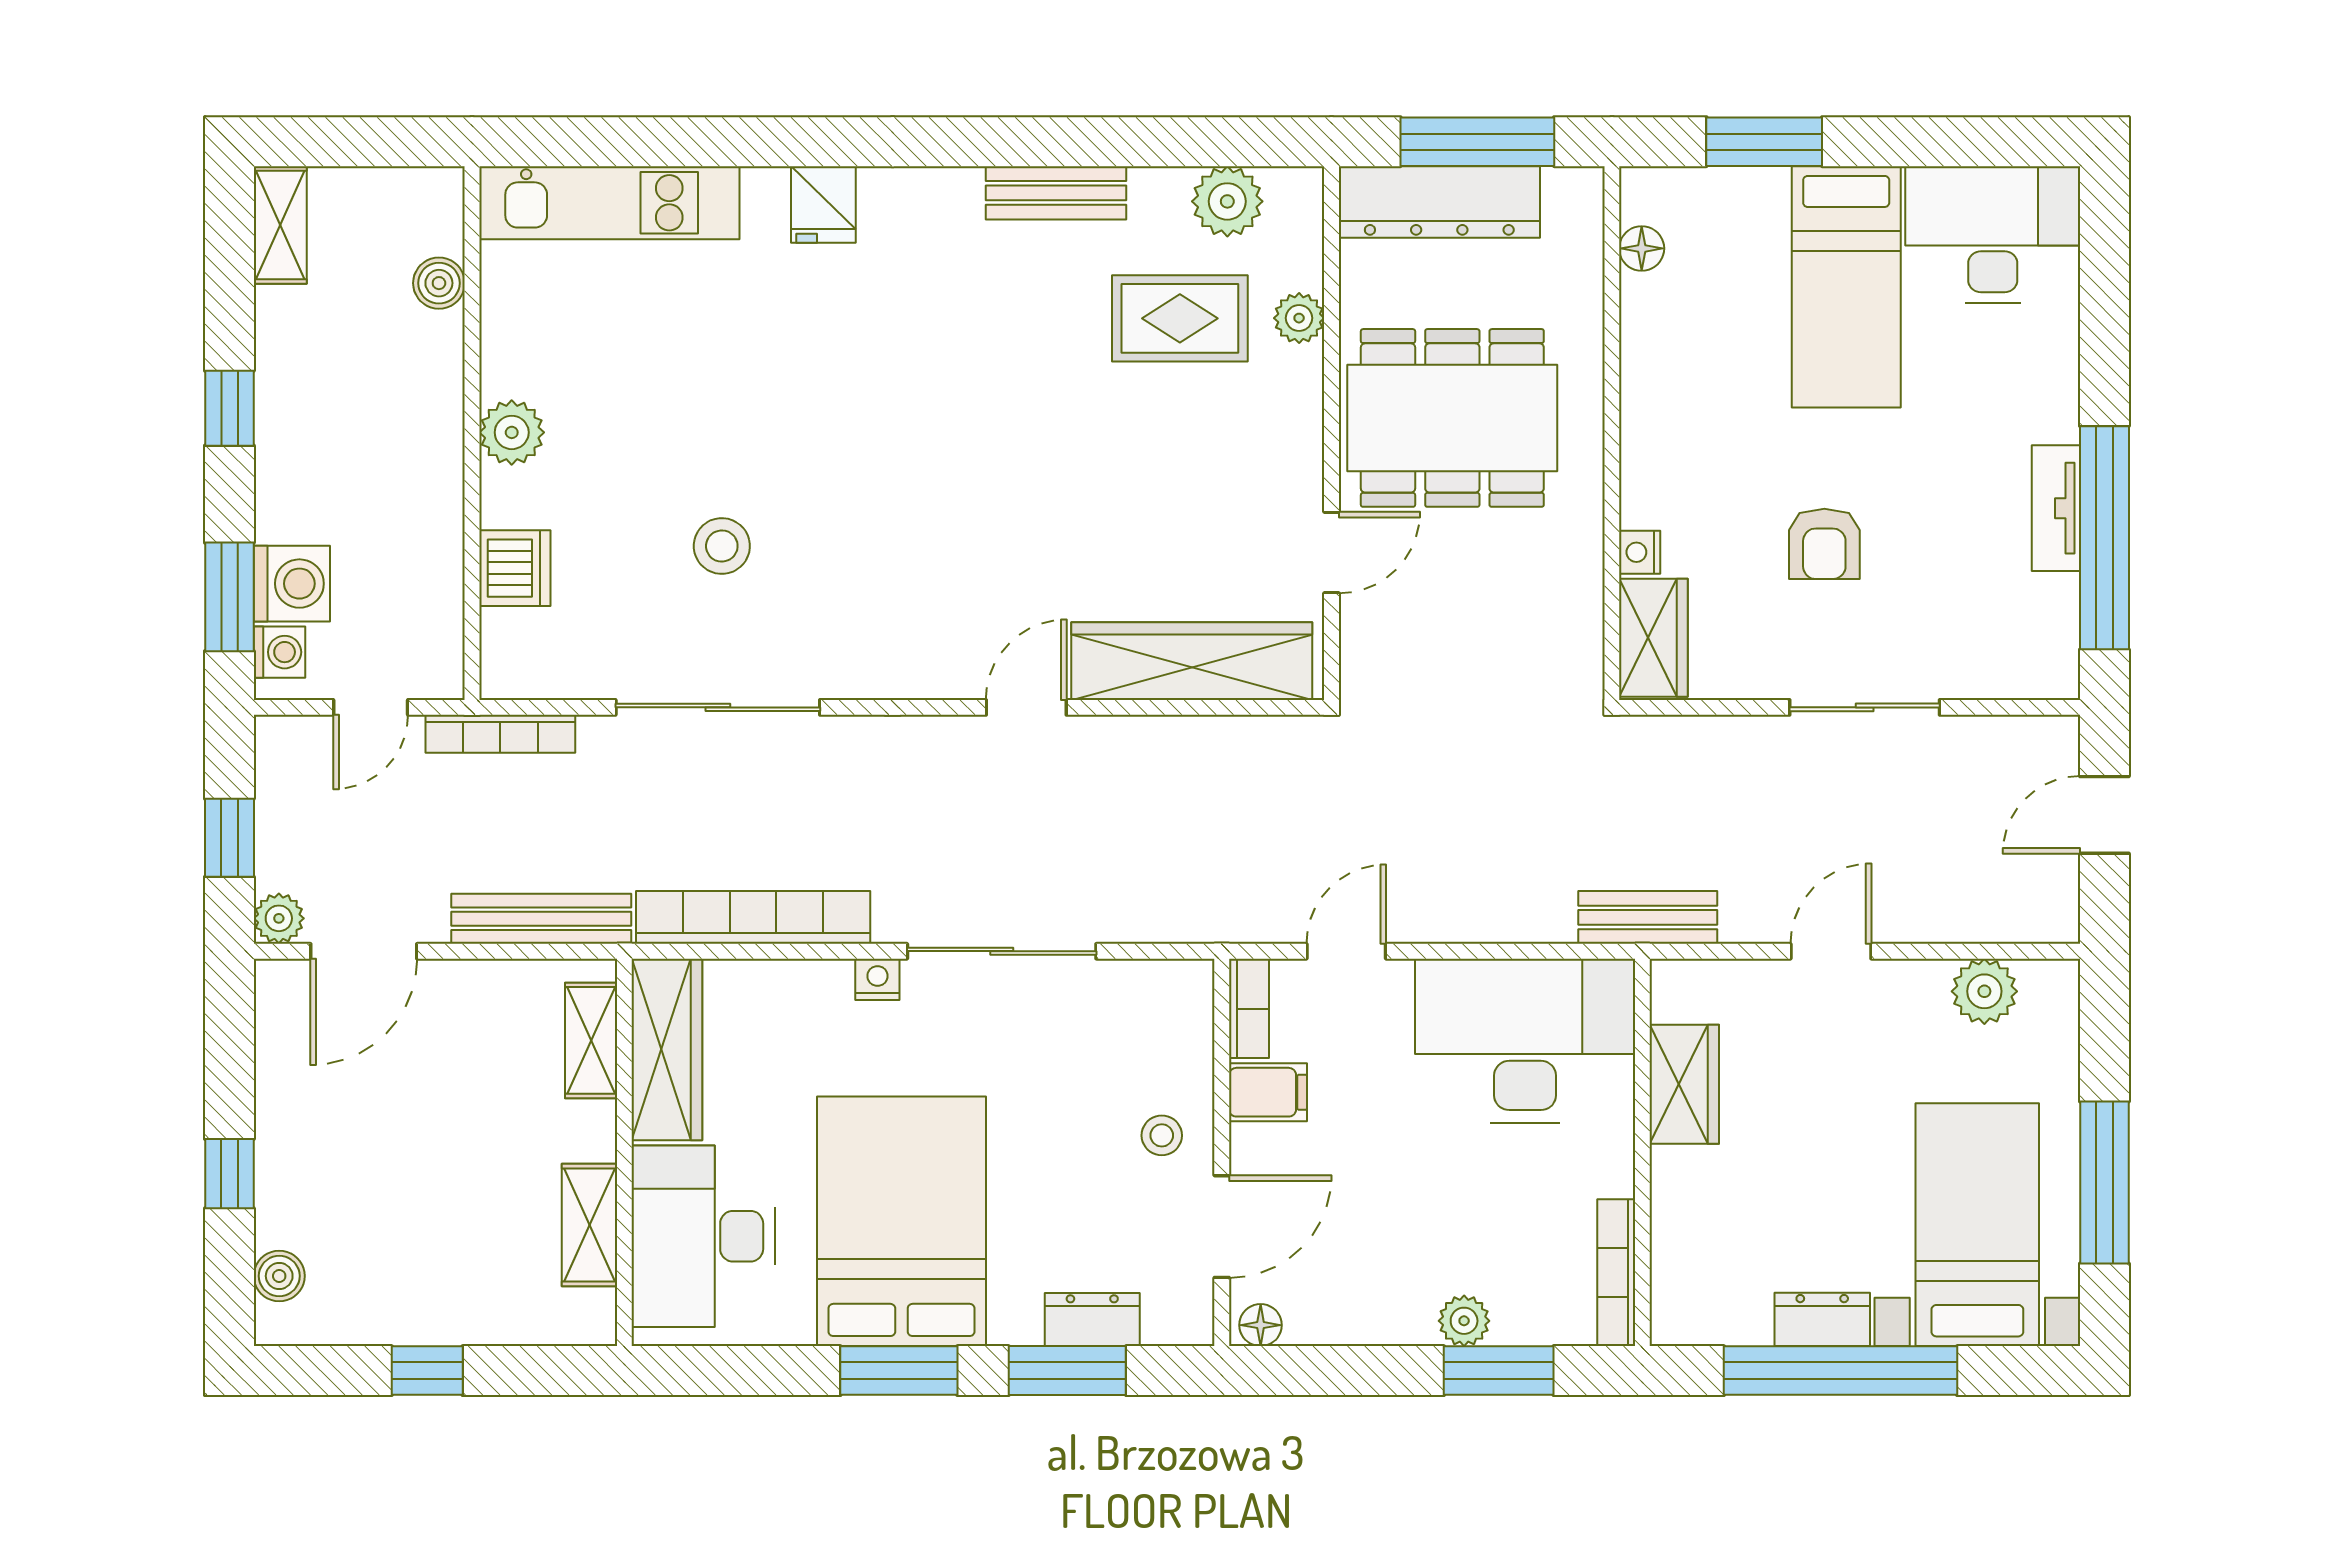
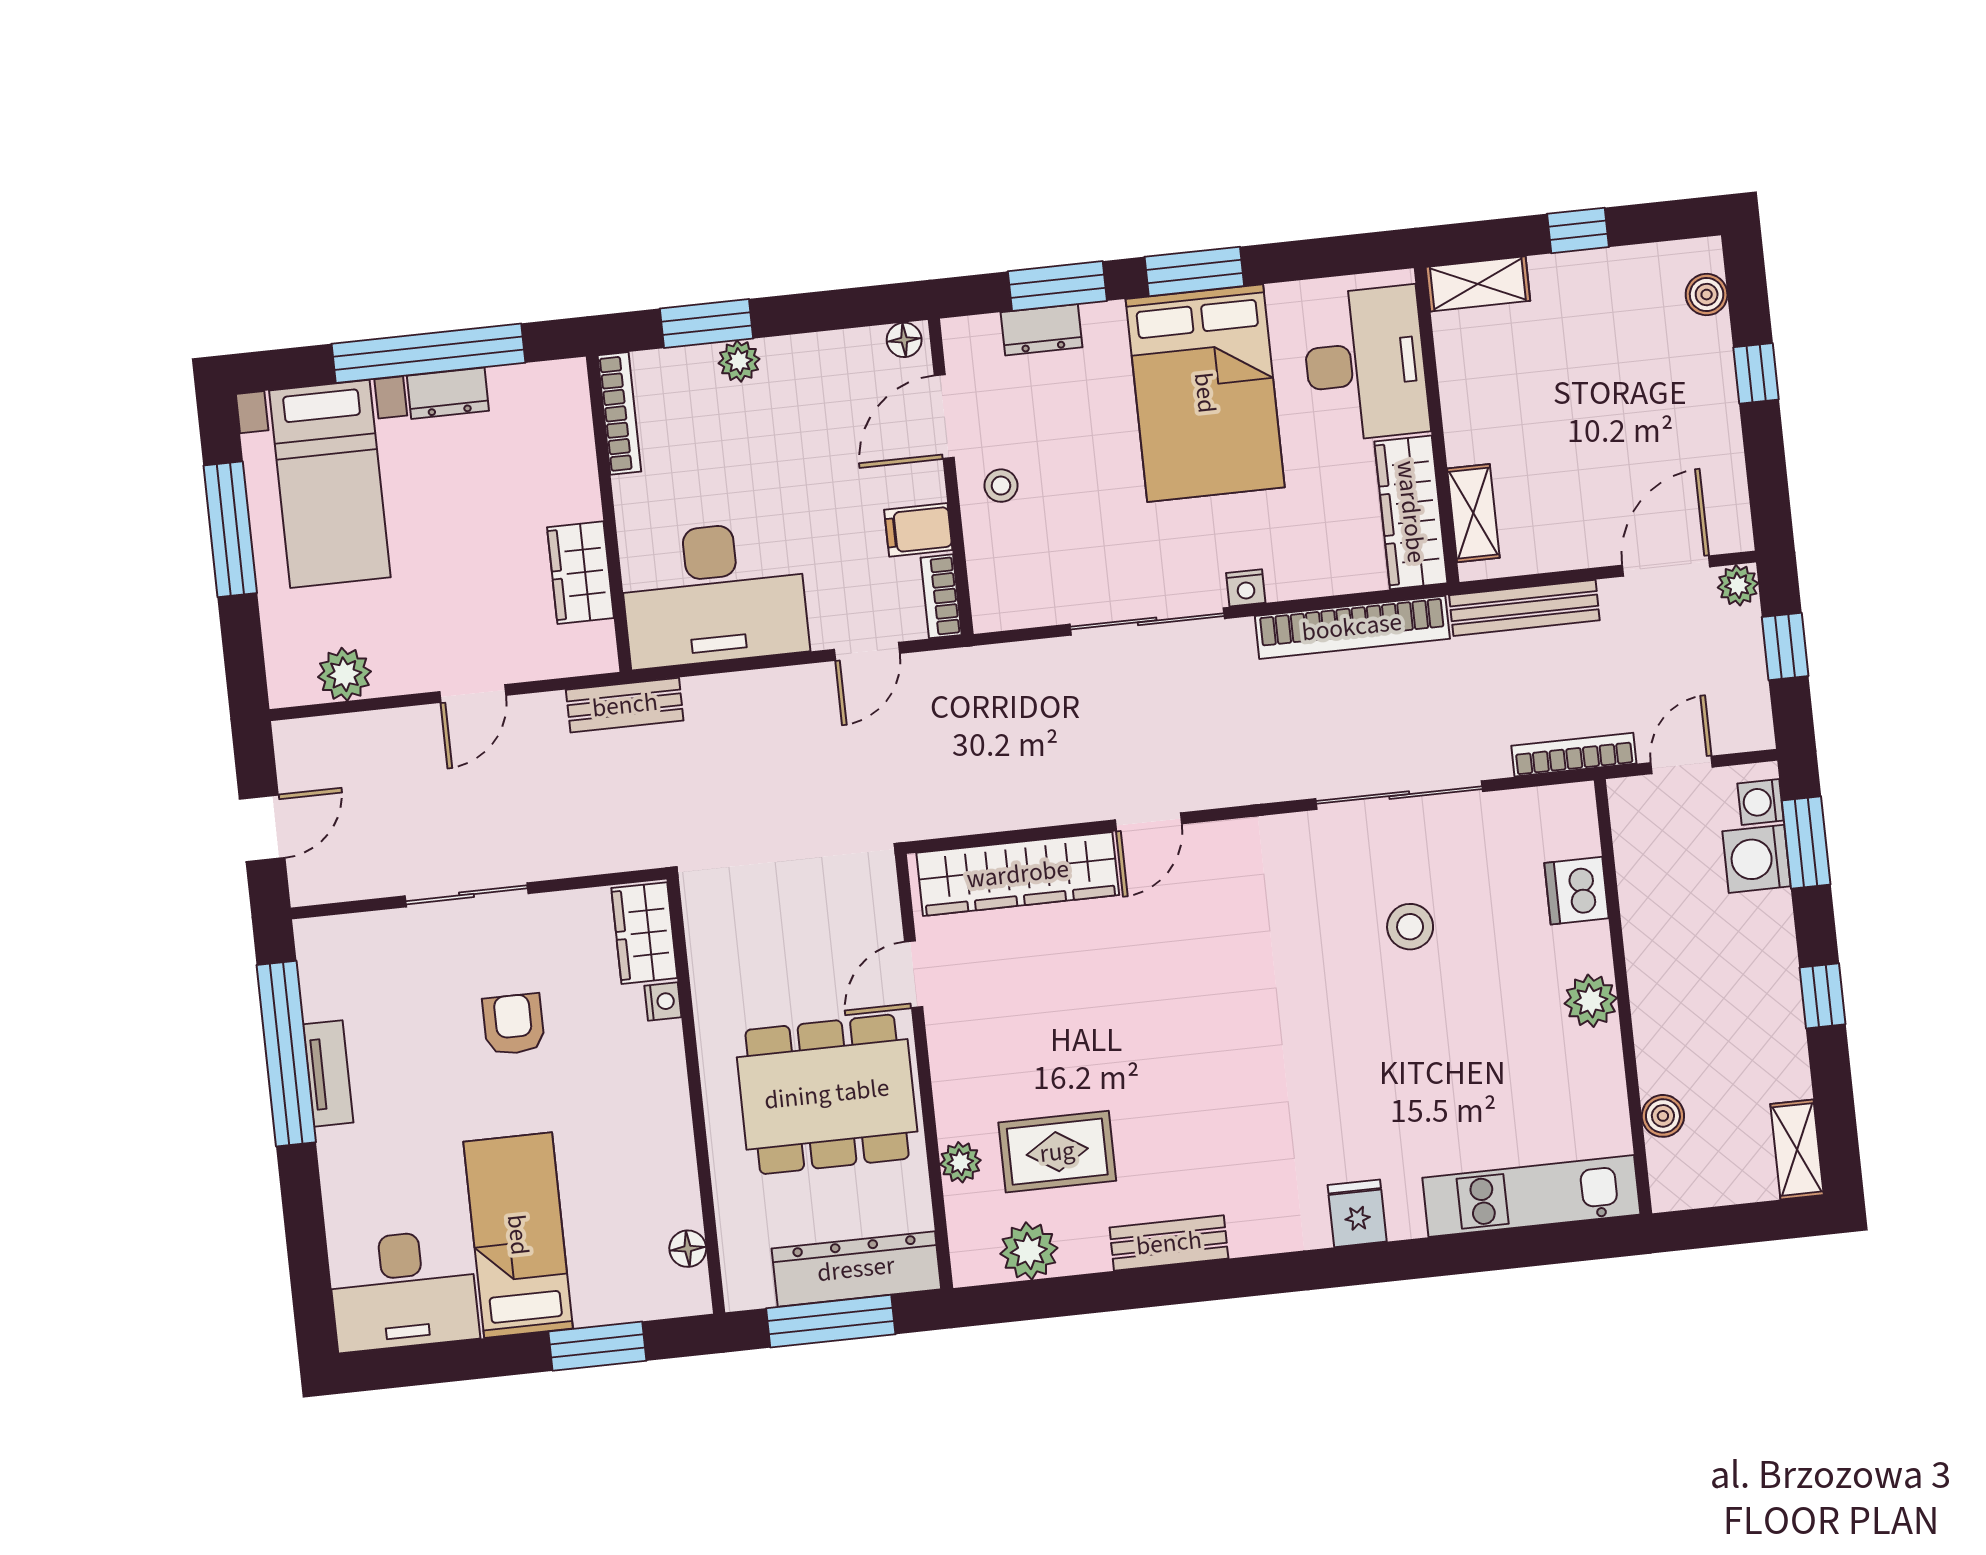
shelving: (589, 1225) -> (1478, 284), moved, turned 90

